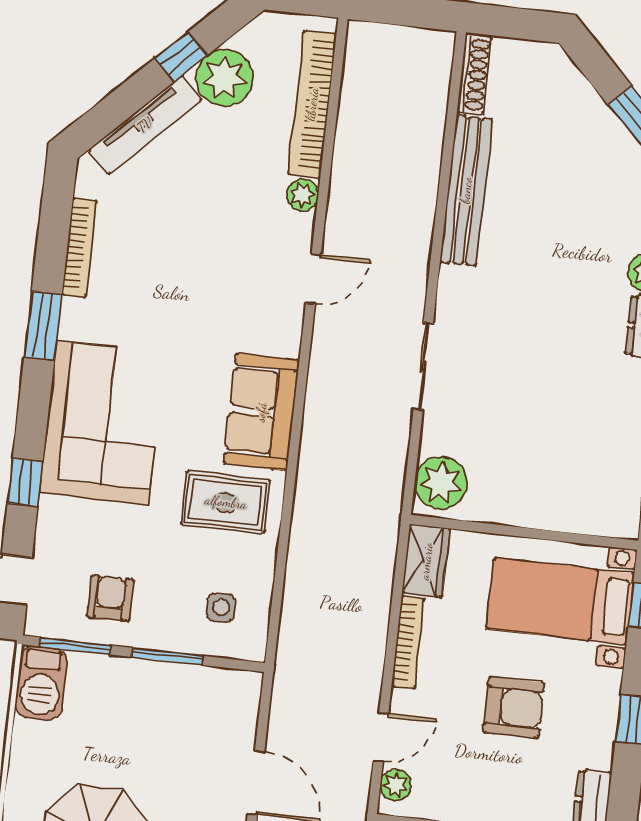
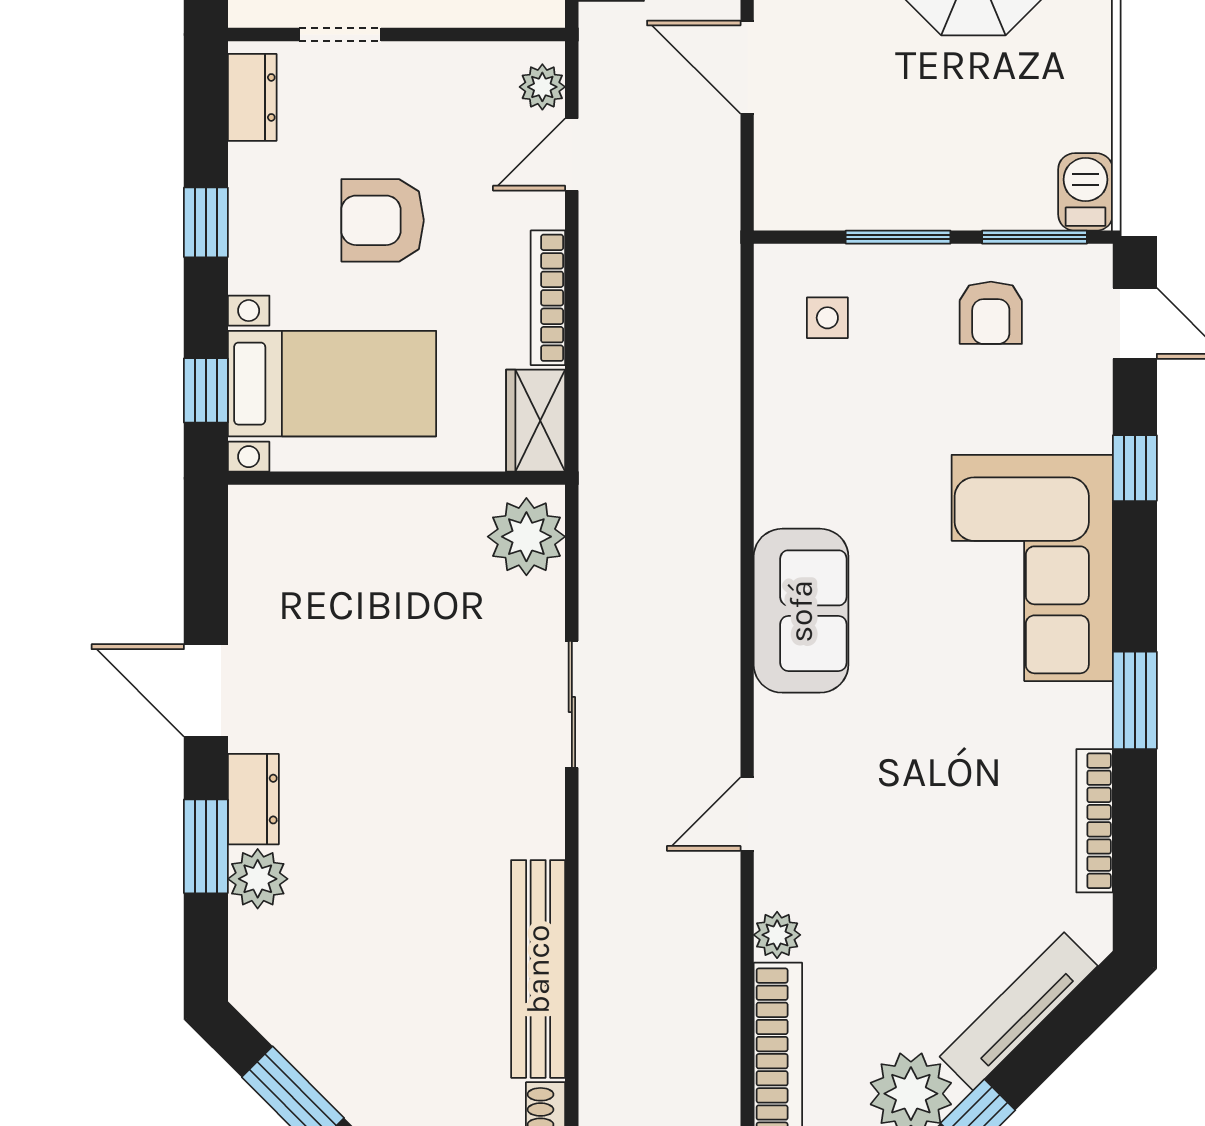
rug: (226, 502) -> (838, 472), removed
barbecue: (41, 683) -> (1086, 192), width x0.73, depth x0.79

